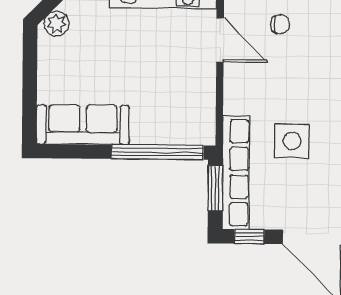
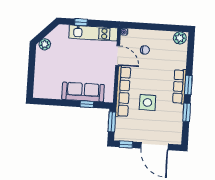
sofa: (83, 125) -> (83, 92), moved
window: (158, 152) -> (87, 104), width x0.32
row of seats: (236, 173) -> (123, 92), moved

